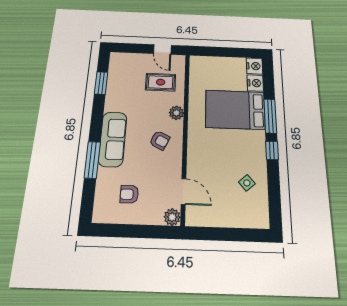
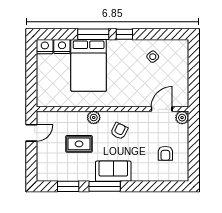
rug: (161, 82) -> (79, 144), moved, turned 90
sofa: (113, 139) -> (113, 171), width x0.73
window: (92, 160) -> (105, 186), moved

